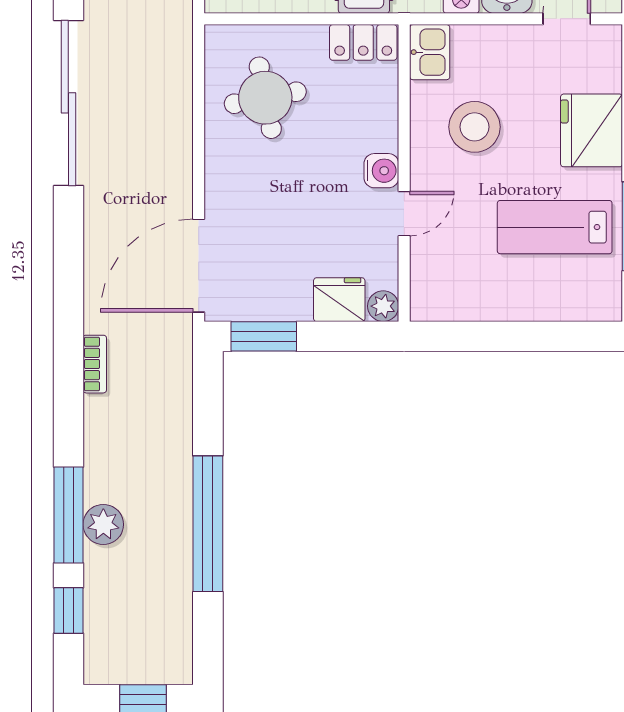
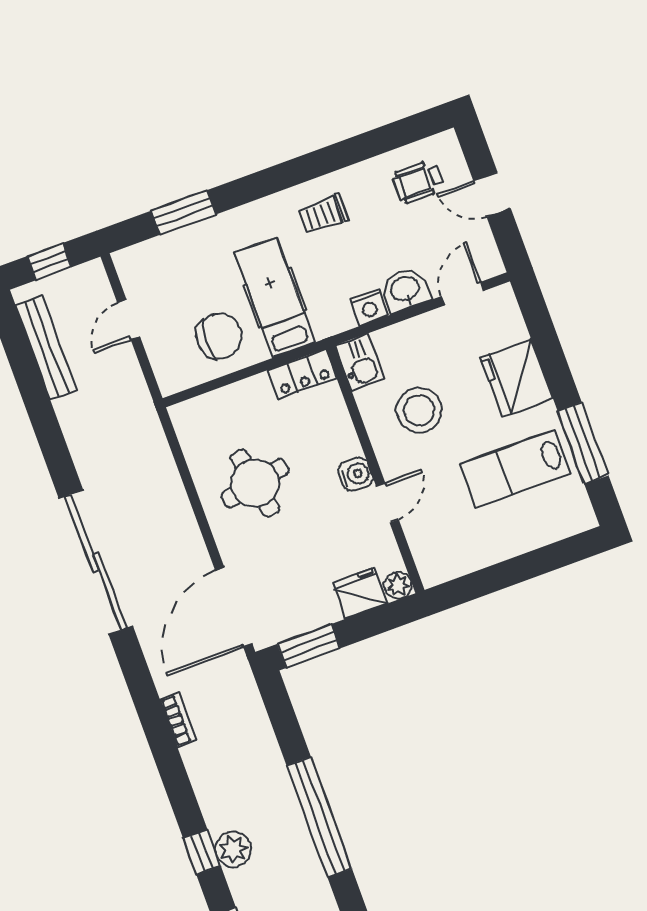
round table: (265, 98) -> (255, 483), moved
sliding door: (68, 103) -> (96, 562), moved
window: (68, 515) -> (202, 852), width x0.46

